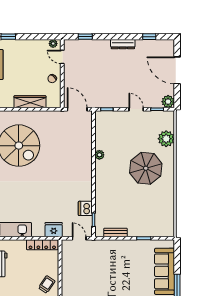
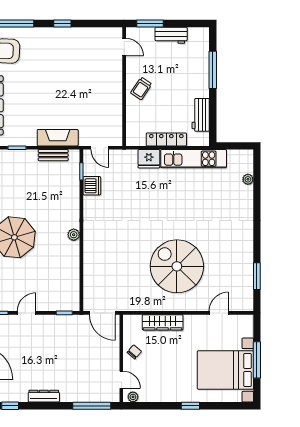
window: (85, 37) -> (92, 406), width x2.17
door: (136, 109) -> (27, 313), swing flipped
plant: (99, 155) -> (74, 235), moved
fridge: (54, 230) -> (149, 159), moved
locker: (42, 245) -> (166, 139), moved
fireplace: (112, 246) -> (58, 138), added

